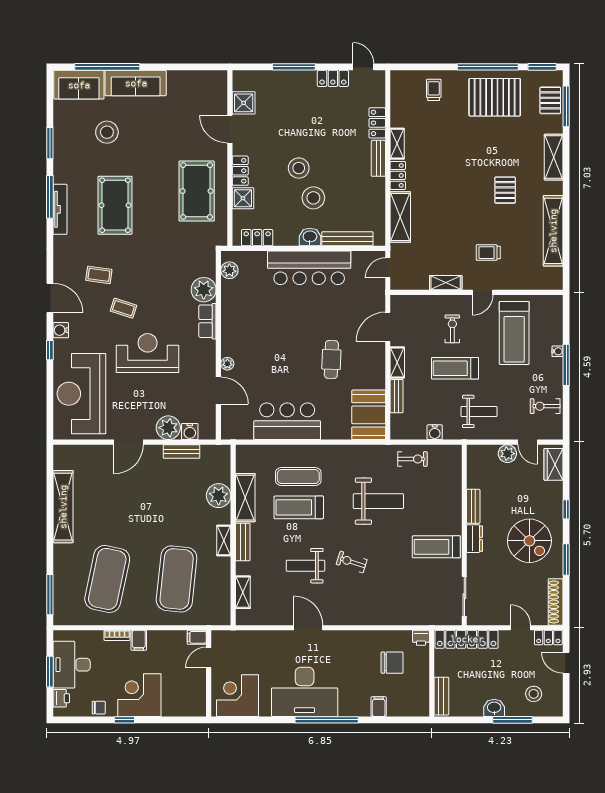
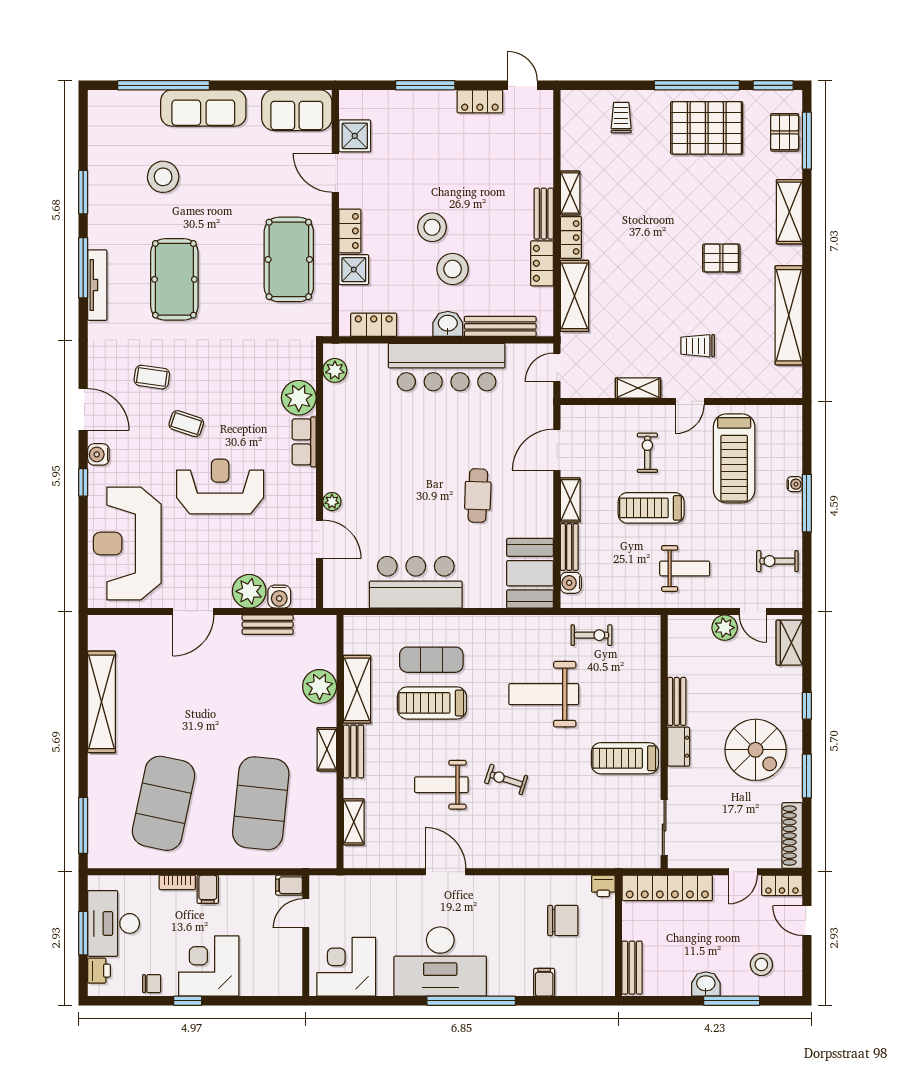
sofa: (79, 85) -> (297, 110), moved
locker: (377, 123) -> (542, 263), moved
pallet: (505, 190) -> (721, 258), turned 90
water cooler: (435, 432) -> (571, 583), moved, turned 90
weight bench: (378, 501) -> (544, 694), turned 180
door: (521, 628) -> (743, 872), swing flipped

